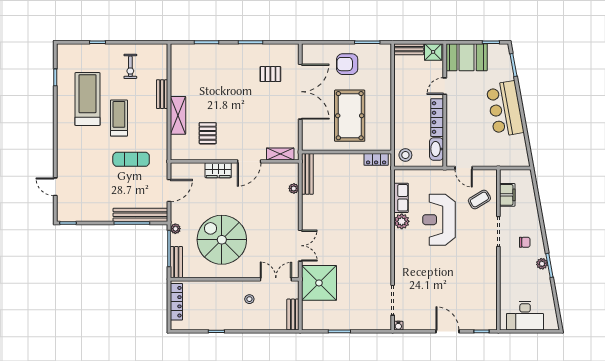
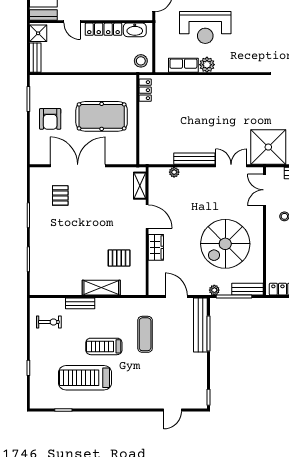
exercise bike: (130, 66) -> (49, 322), moved
bench: (307, 174) -> (194, 159), moved

